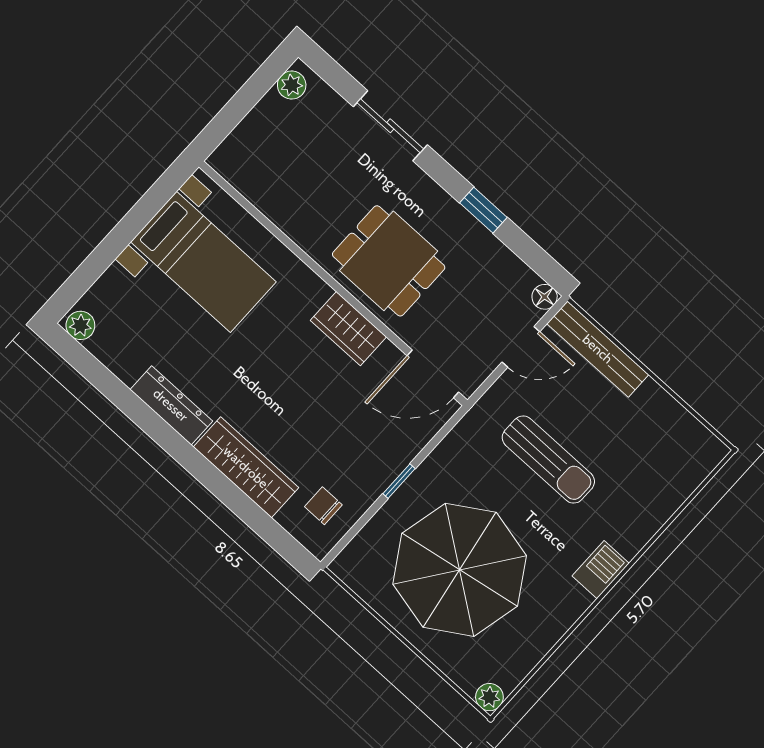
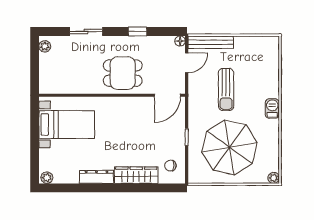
wardrobe: (348, 329) -> (129, 105), removed
sun lounger: (548, 460) -> (226, 89), turned 90

